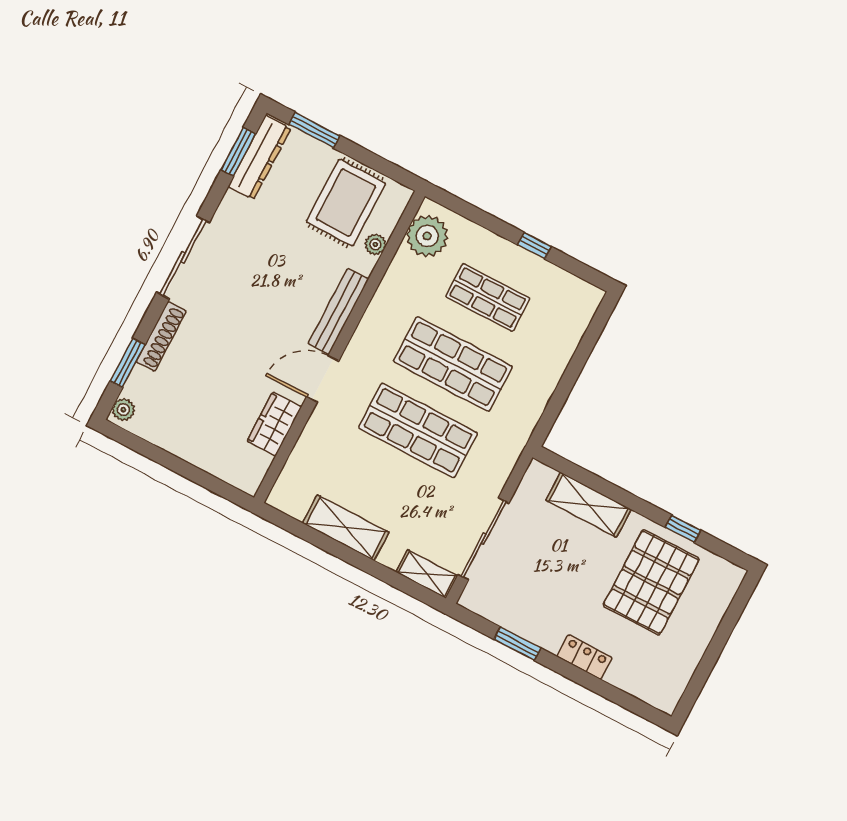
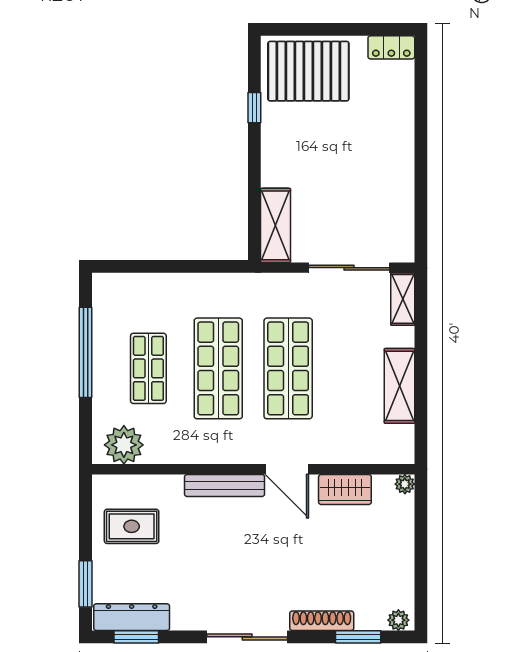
rug: (346, 203) -> (132, 526), width x0.73, depth x0.70
plant: (375, 244) -> (405, 484), moved
window: (534, 246) -> (85, 352), width x3.17
shelving: (589, 505) -> (276, 225), moved
pallet: (651, 582) -> (308, 71), moved
window: (518, 644) -> (421, 194), removed
locker: (584, 657) -> (391, 47), moved, turned -90

